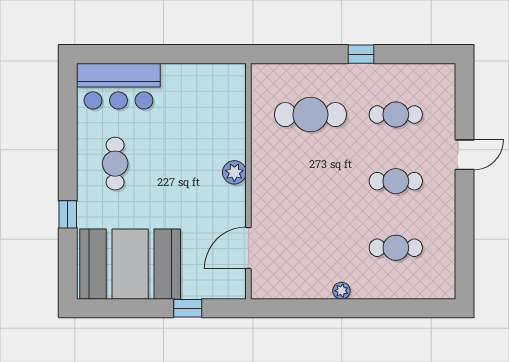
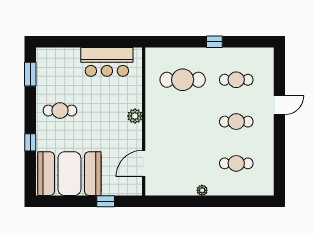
bar counter: (118, 86) -> (107, 62), moved
window: (68, 106) -> (30, 74), added
cafe table: (115, 164) -> (60, 111), turned 90

